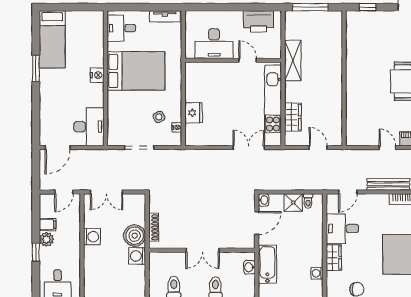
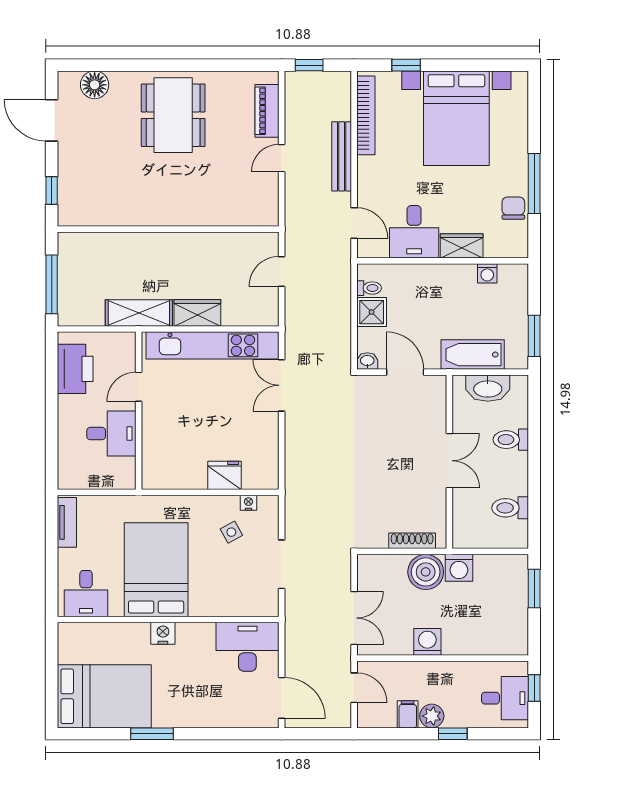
bed: (52, 39) -> (104, 696), width x1.50
desk: (214, 44) -> (111, 434), width x0.73
wardrobe: (293, 117) -> (197, 313), moved
washbasin: (249, 267) -> (488, 388), width x1.91, depth x1.45

